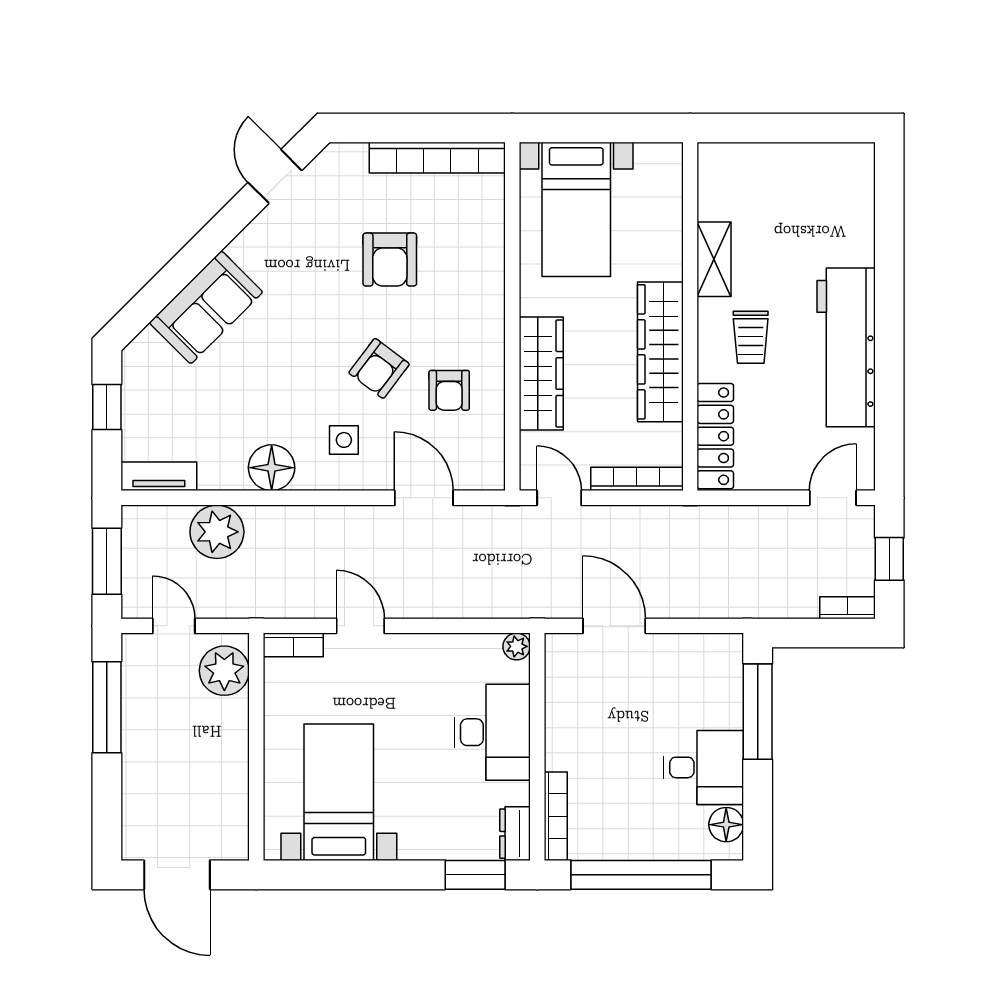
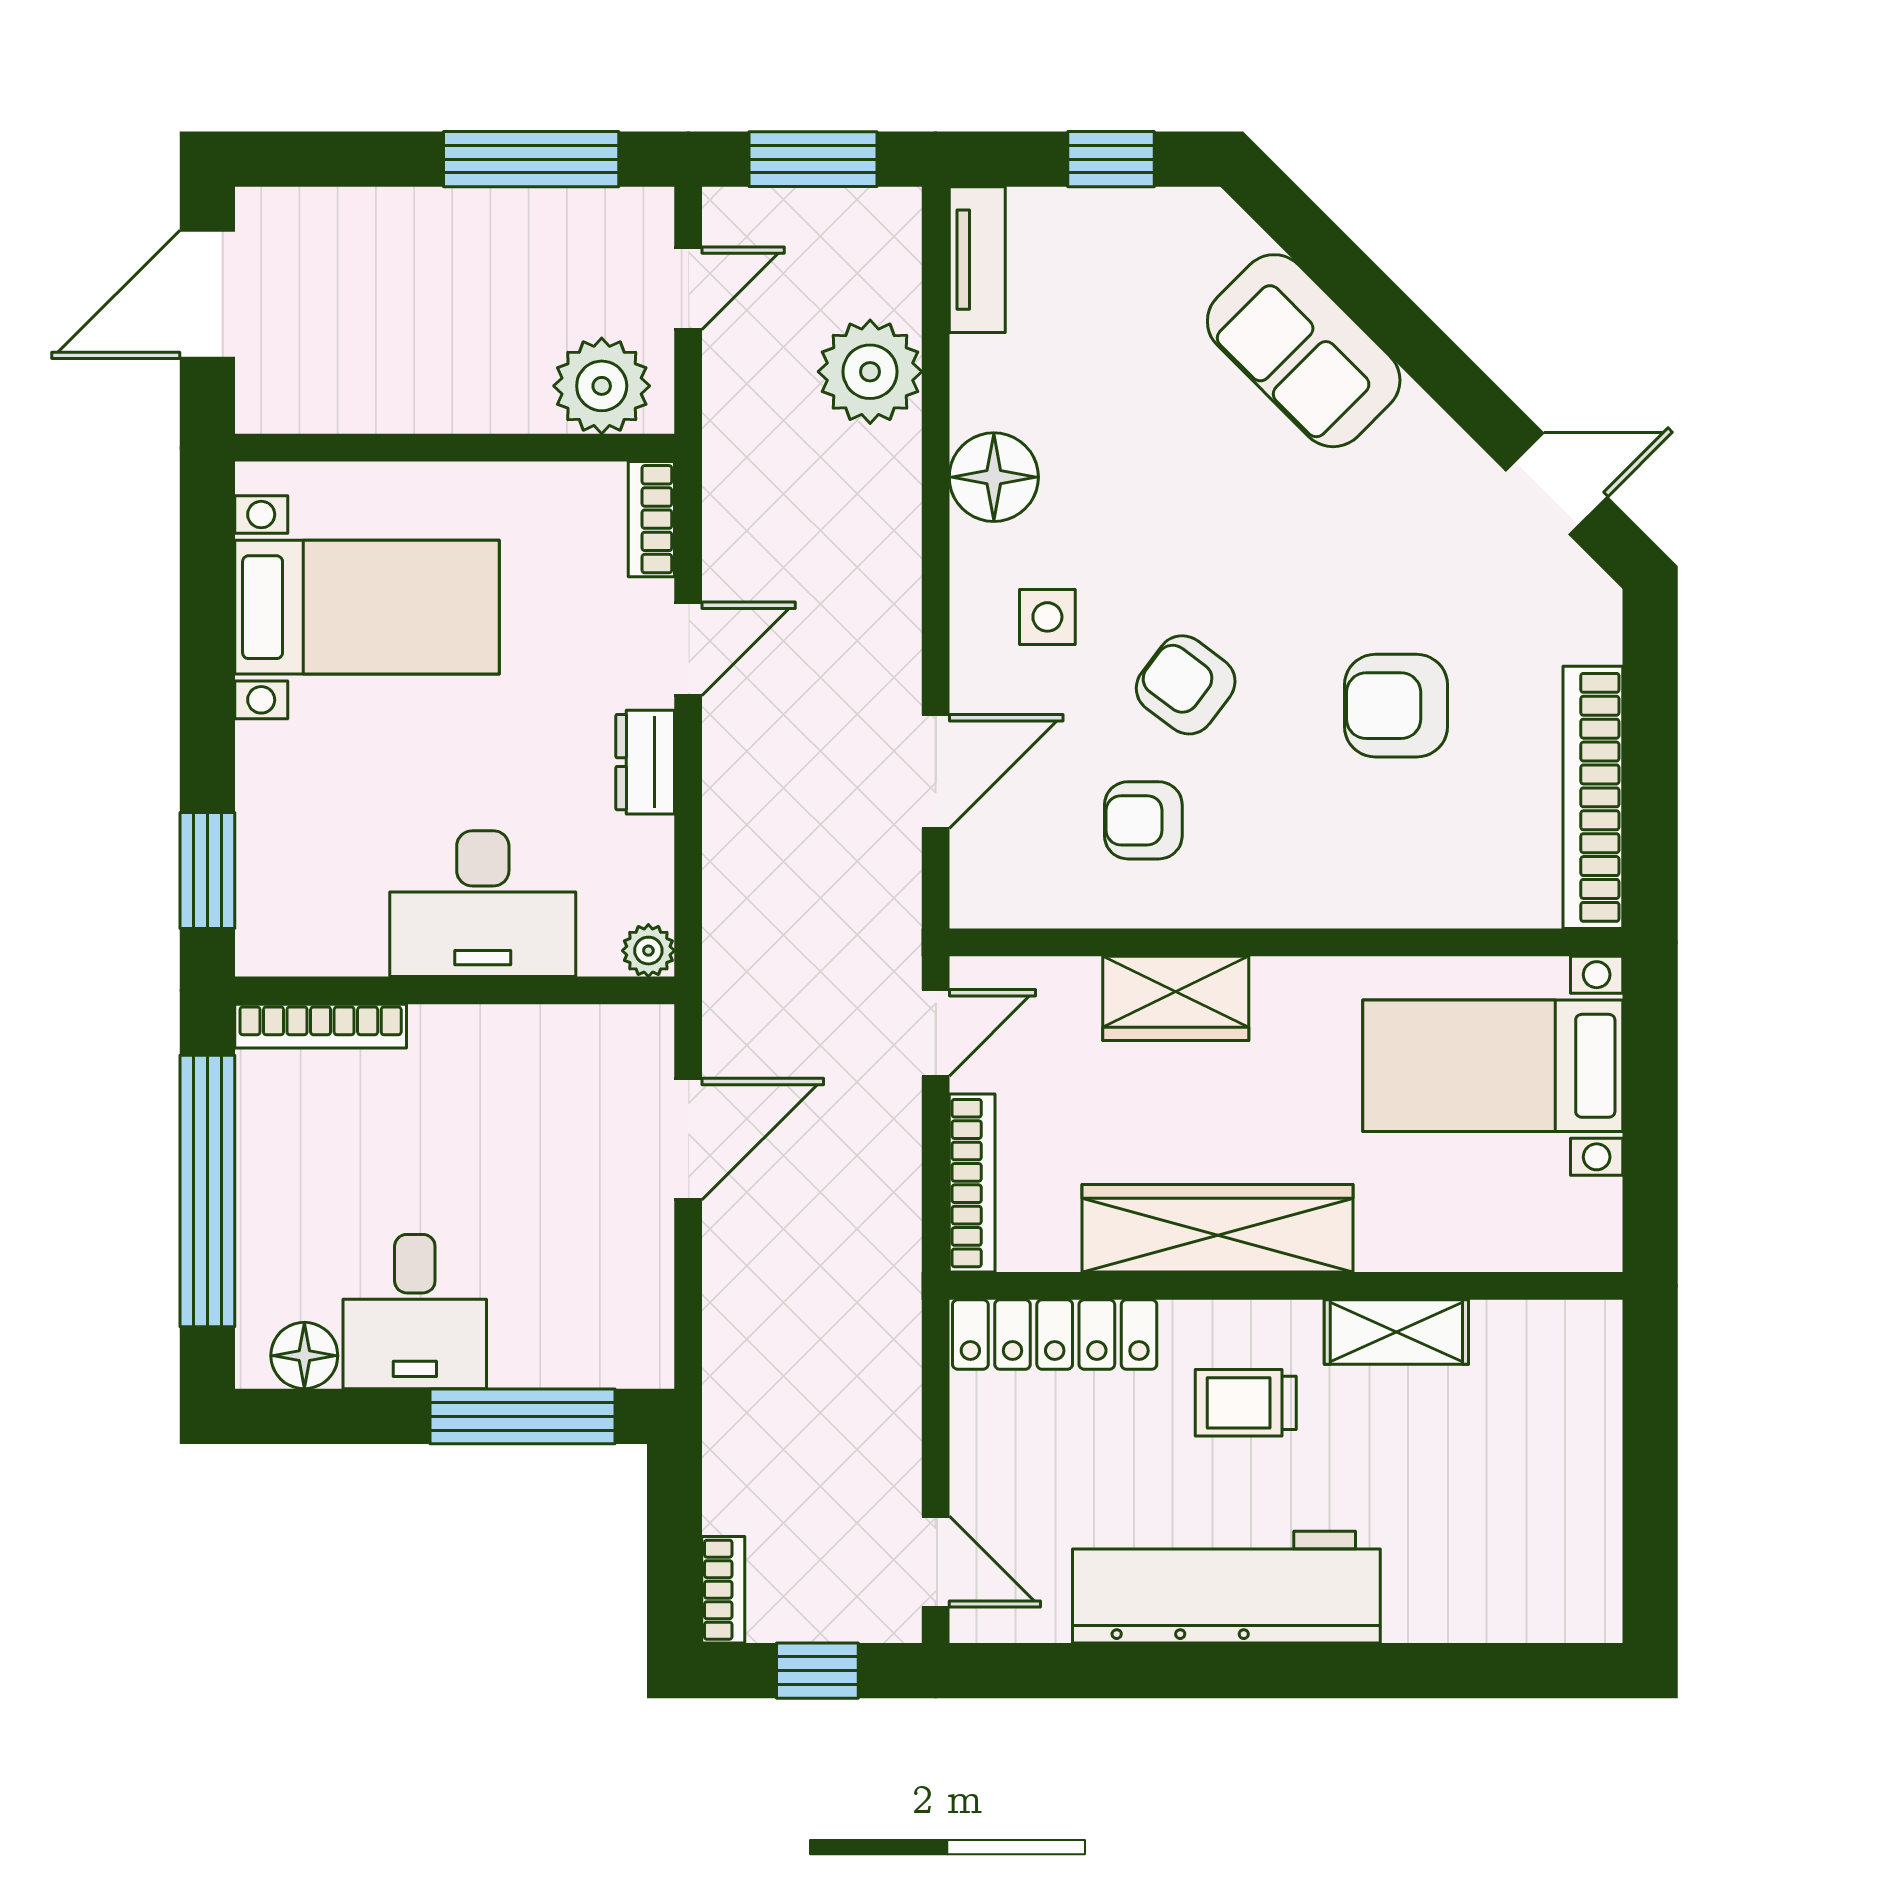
wardrobe: (541, 374) -> (1176, 998), width x0.67
dresser: (515, 834) -> (645, 762), moved, turned -90

